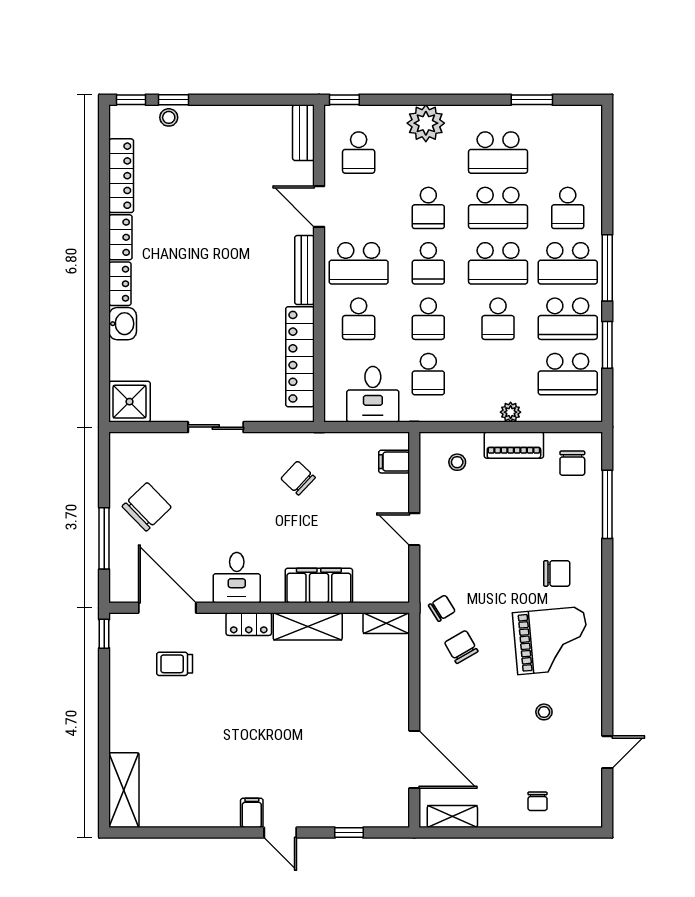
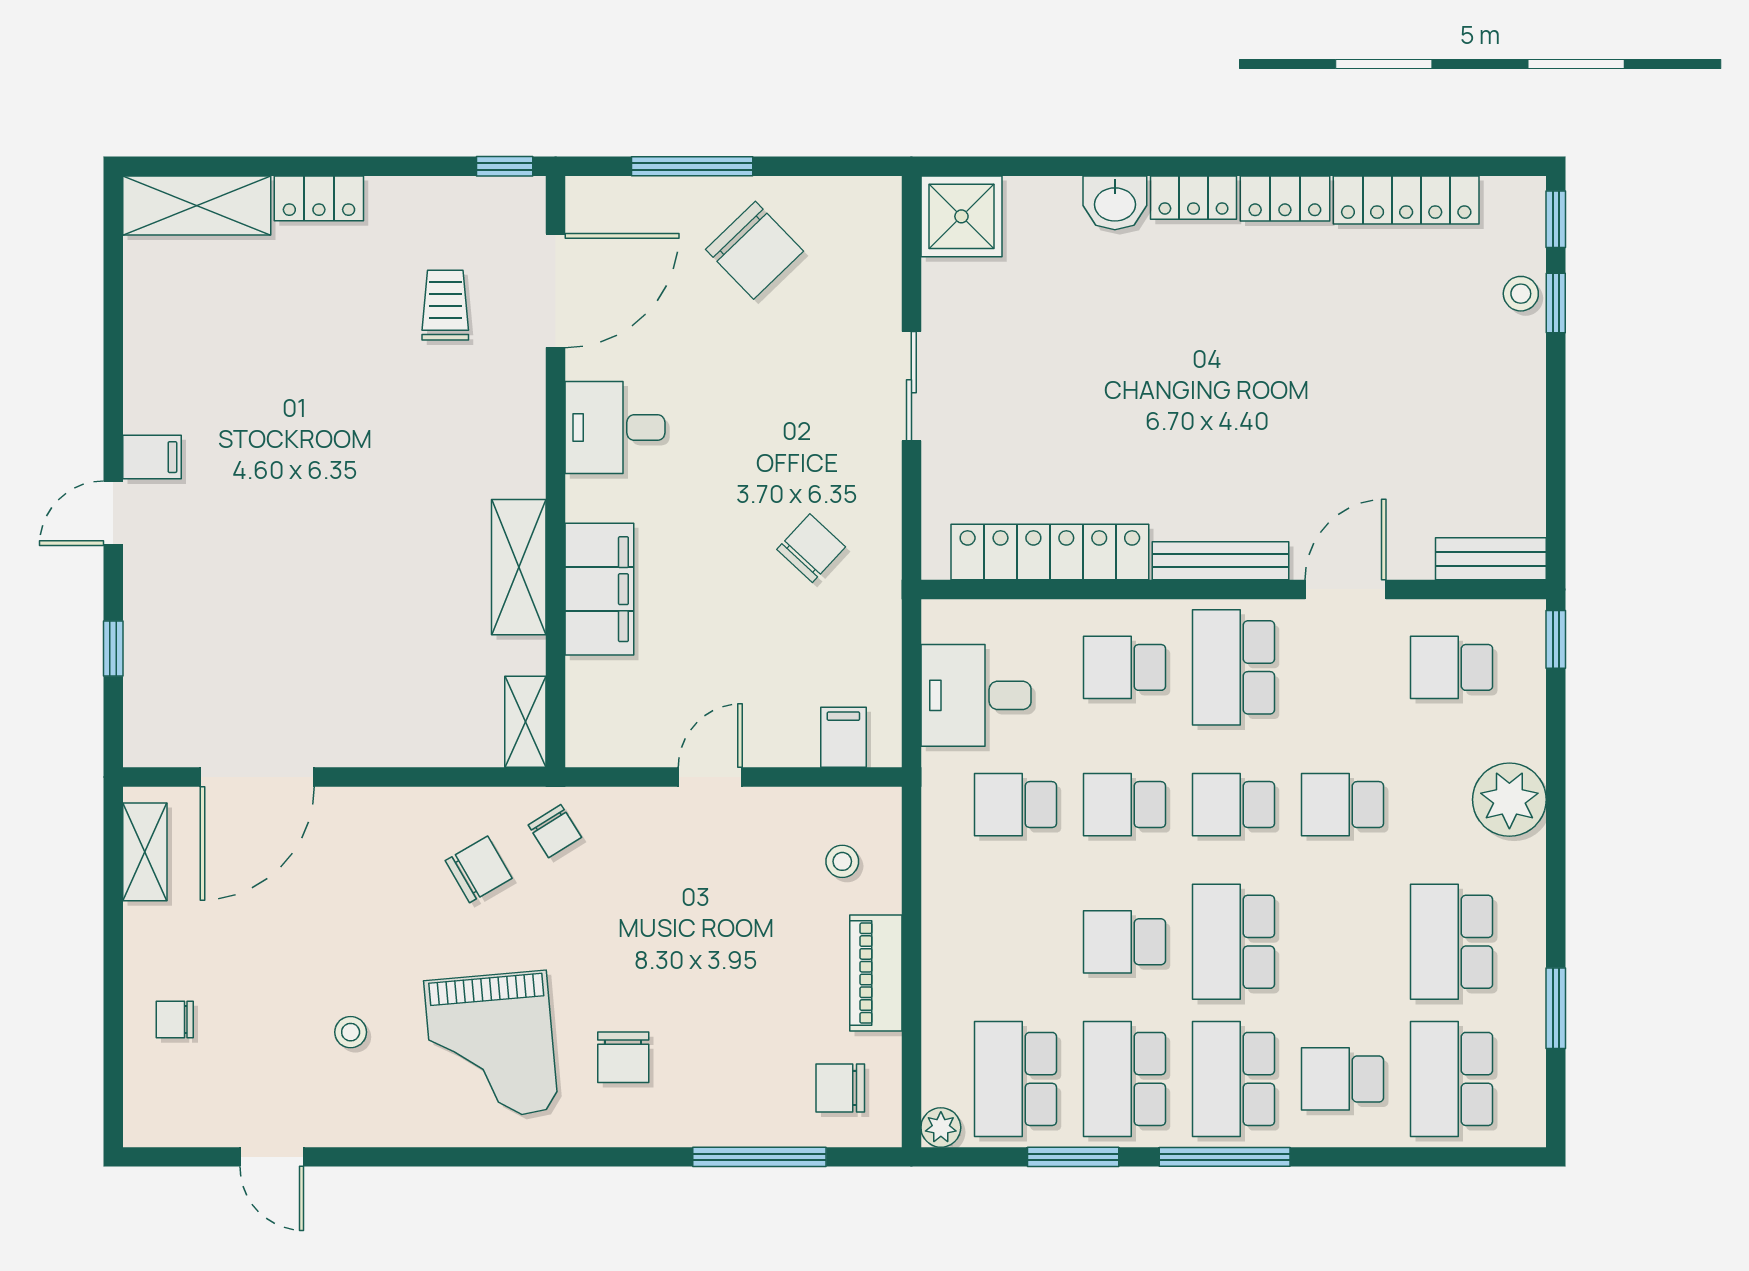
school desk: (498, 208) -> (1452, 1079), moved
plant: (511, 412) -> (941, 1127), moved
locker: (249, 624) -> (319, 198), moved, turned -90

